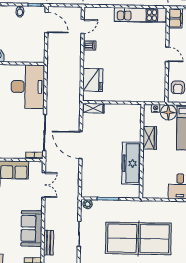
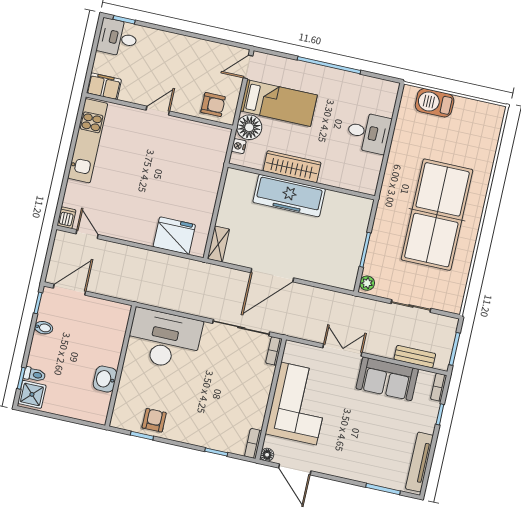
dishwasher: (90, 46) -> (67, 218), moved
wardrobe: (150, 138) -> (292, 167), width x1.50
freezer: (131, 163) -> (289, 196), moved
double door: (44, 185) -> (342, 350), moved

